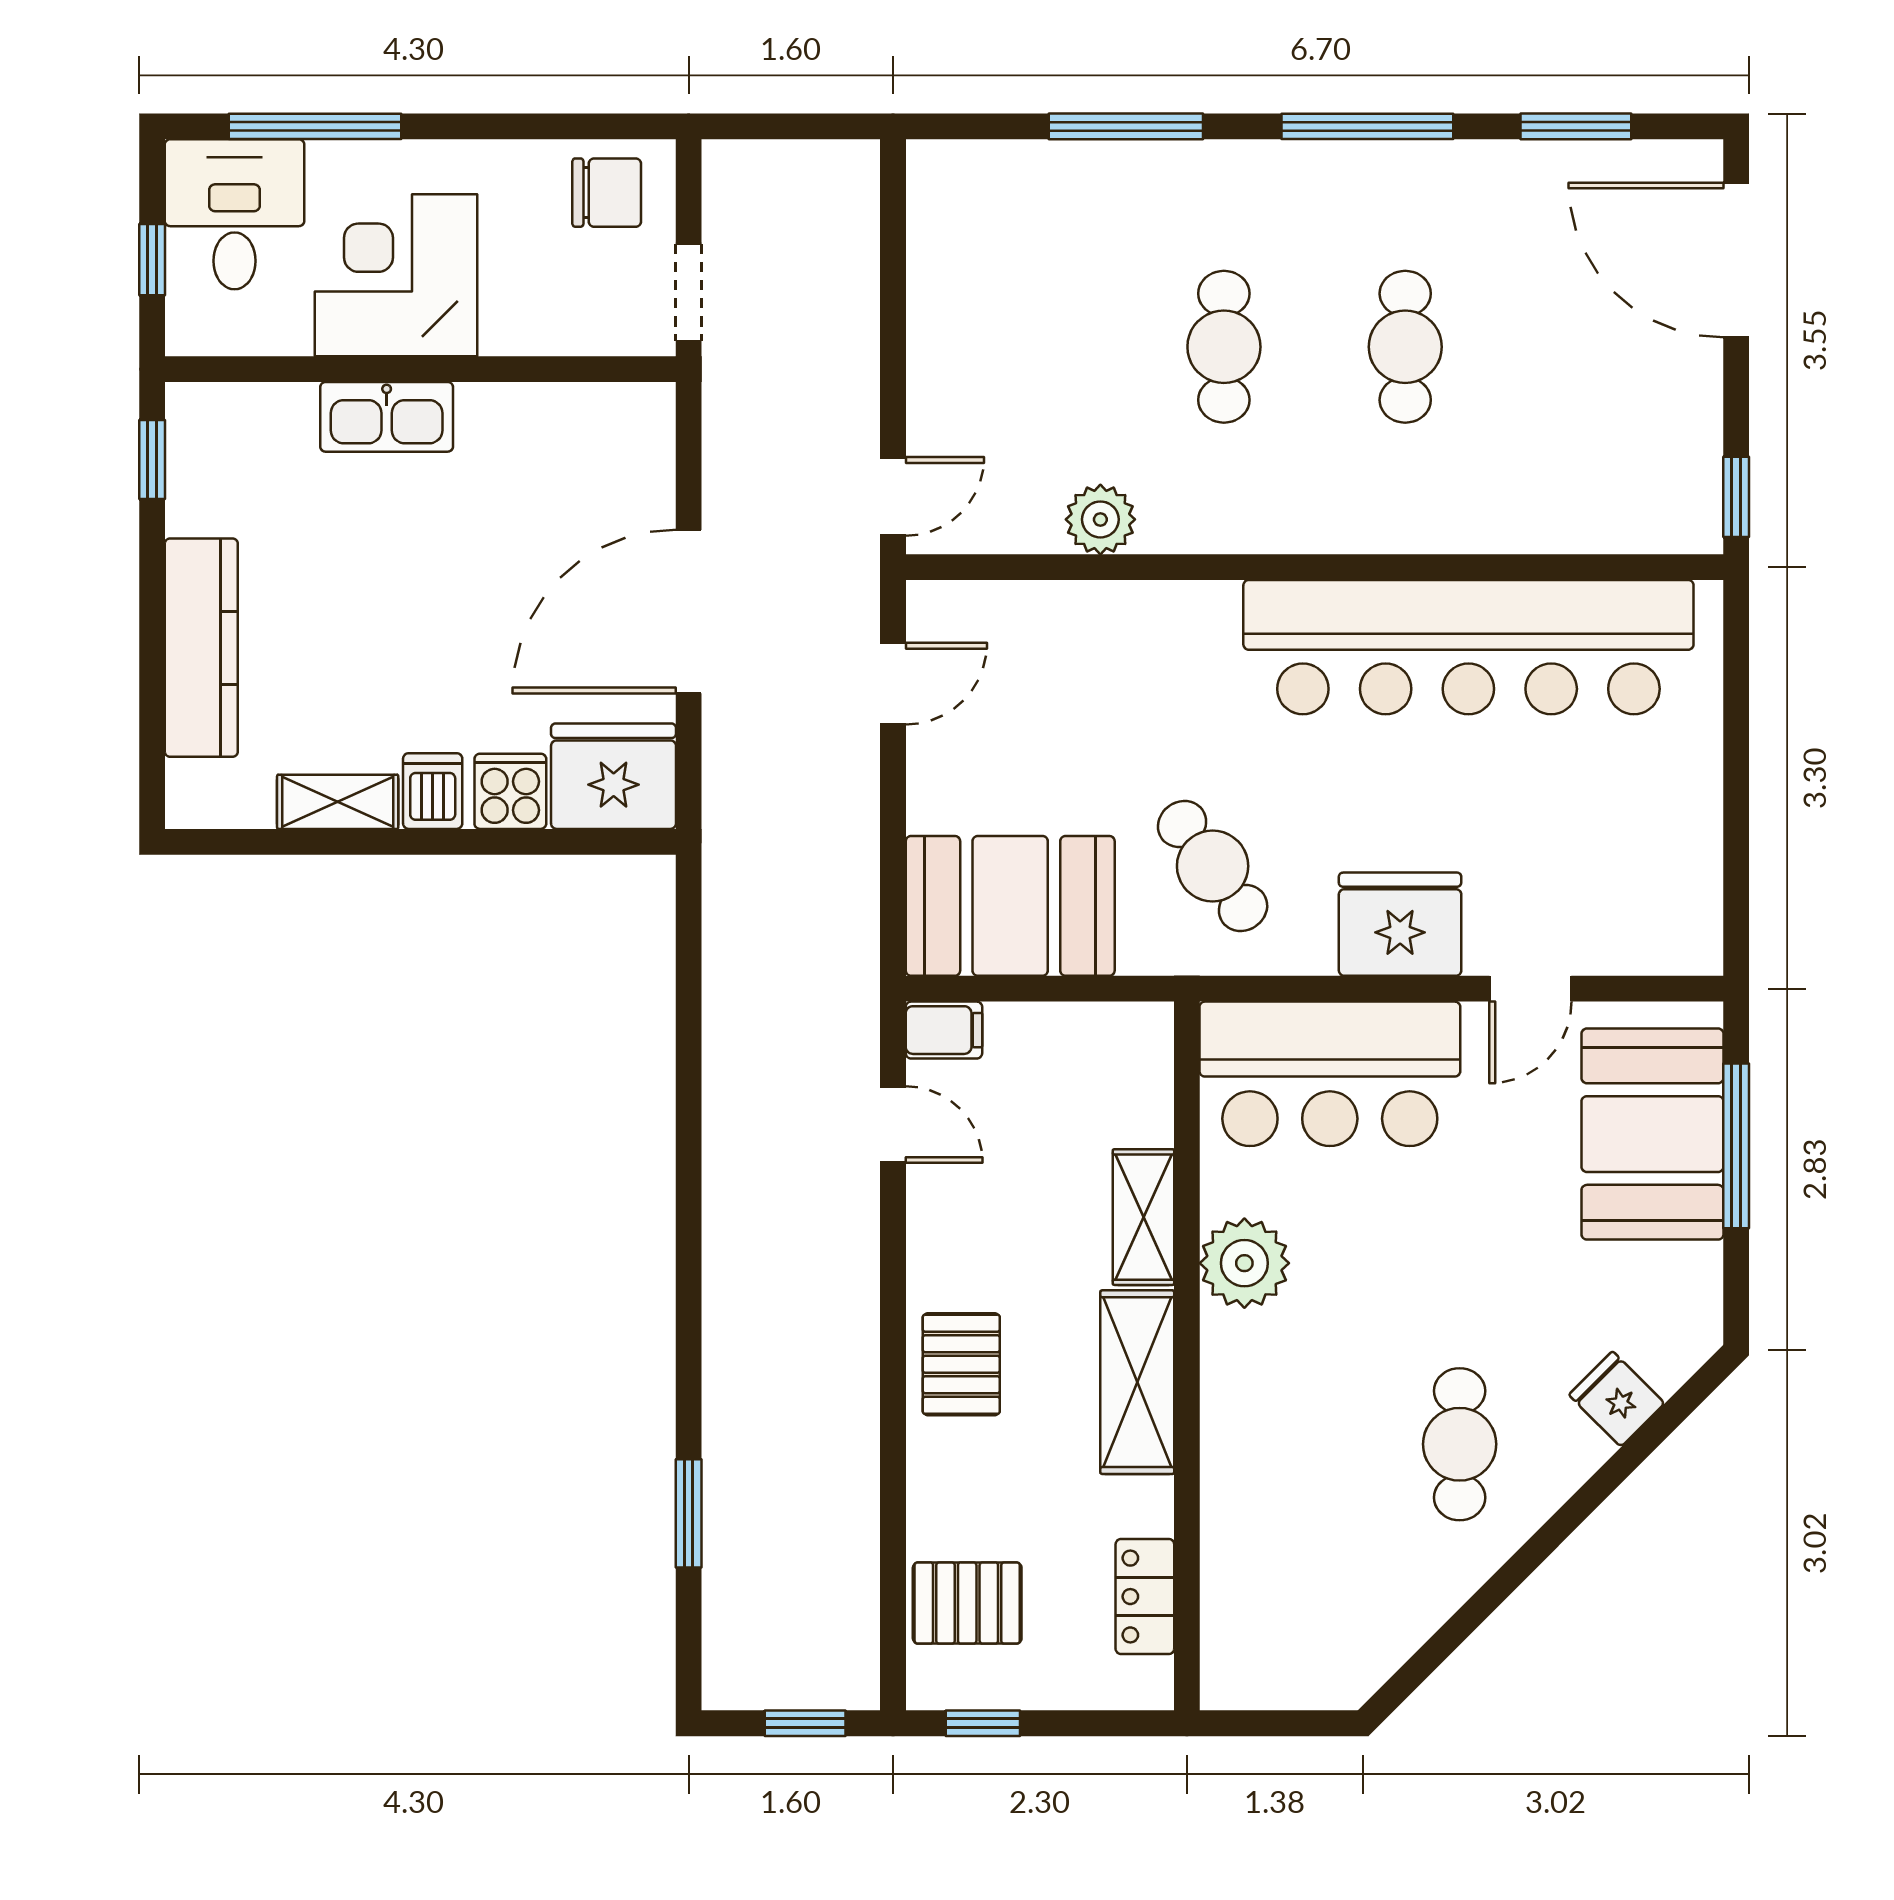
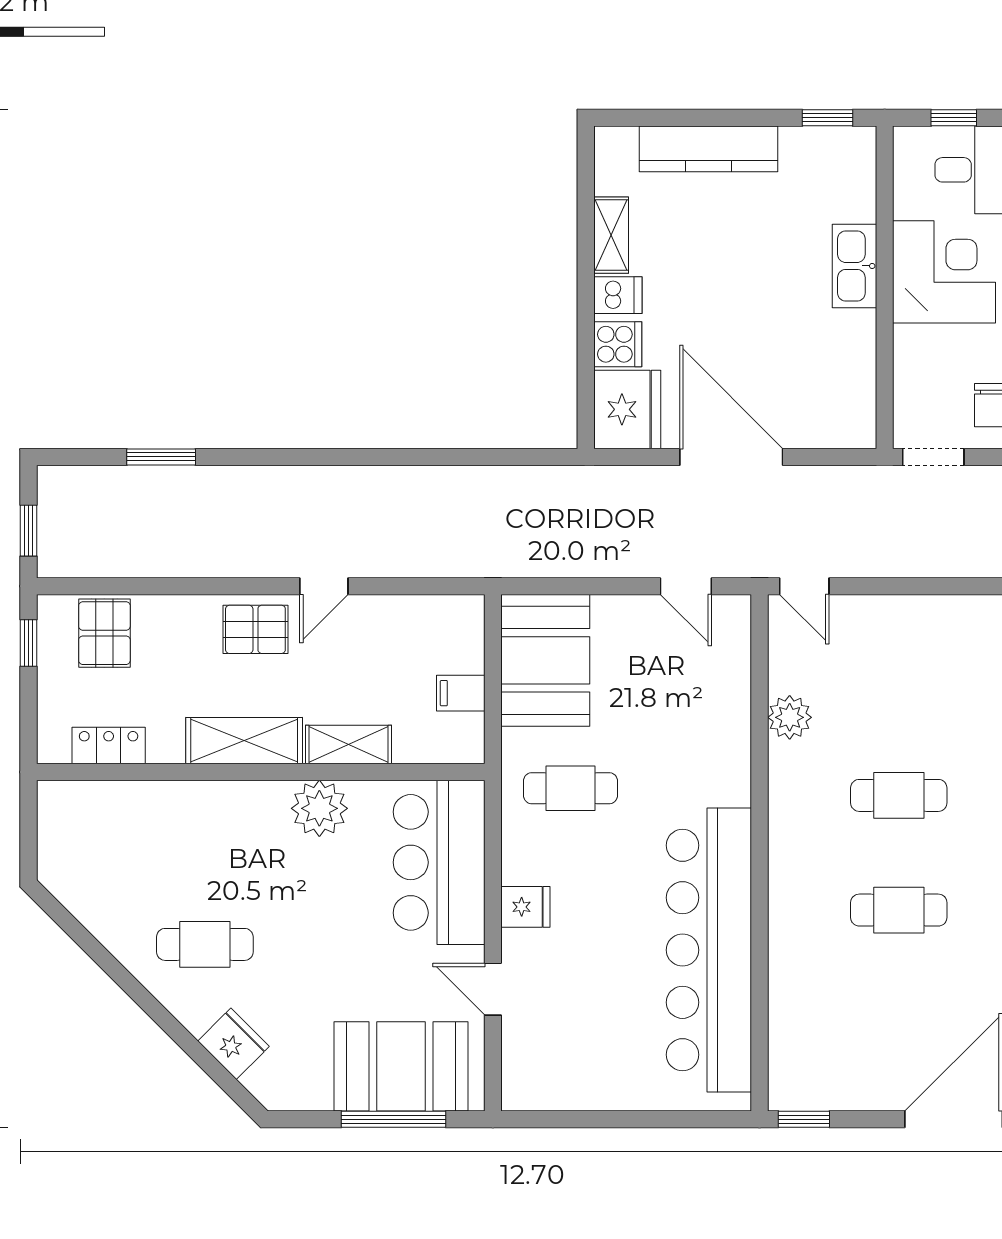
cafe table: (1213, 866) -> (570, 788), turned 36
fridge: (1400, 924) -> (525, 907), width x0.53, depth x0.75
filing cabinet: (944, 1030) -> (461, 693), moved, turned 90
door: (893, 1125) -> (324, 586), moved
fridge: (1617, 1399) -> (233, 1044), width x1.38

